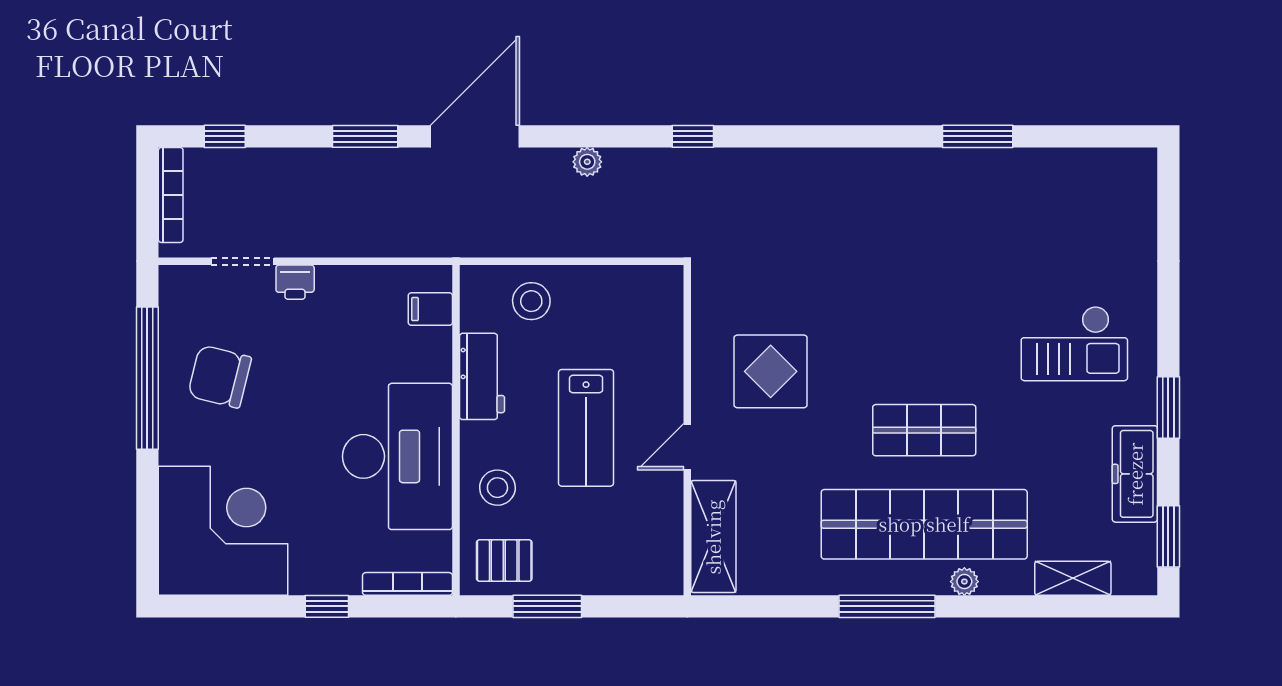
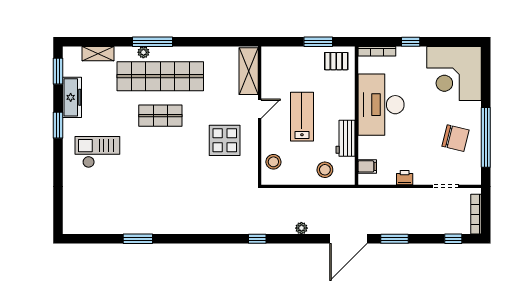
printer: (295, 282) -> (405, 178), moved
stool: (497, 488) -> (273, 162), moved
window: (887, 606) -> (152, 42), moved

